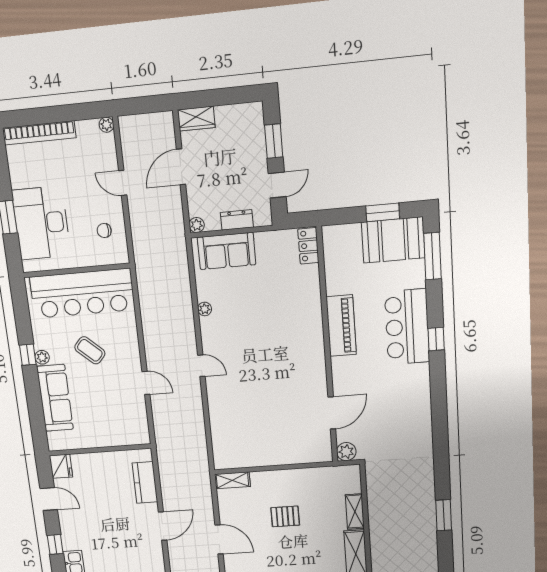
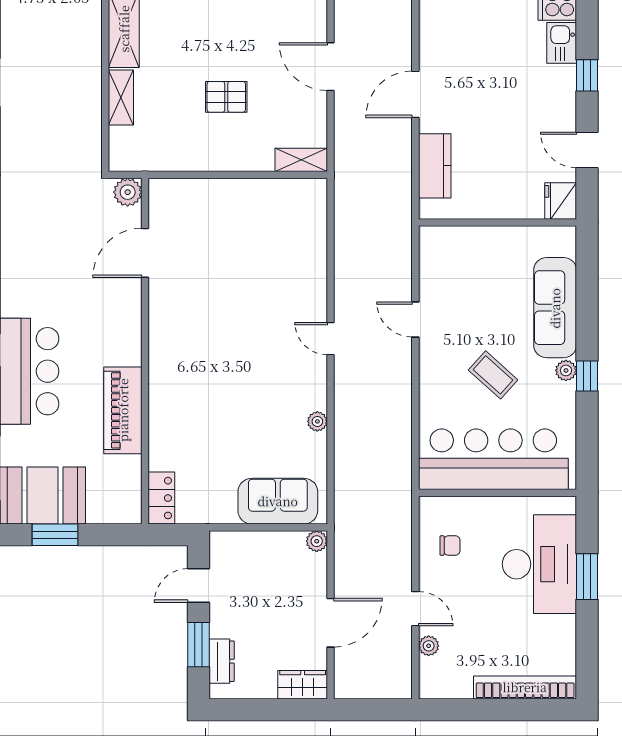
plant: (106, 125) -> (429, 646), moved
dresser: (237, 220) -> (222, 661), moved, turned -90
piano: (341, 326) -> (123, 410), moved

